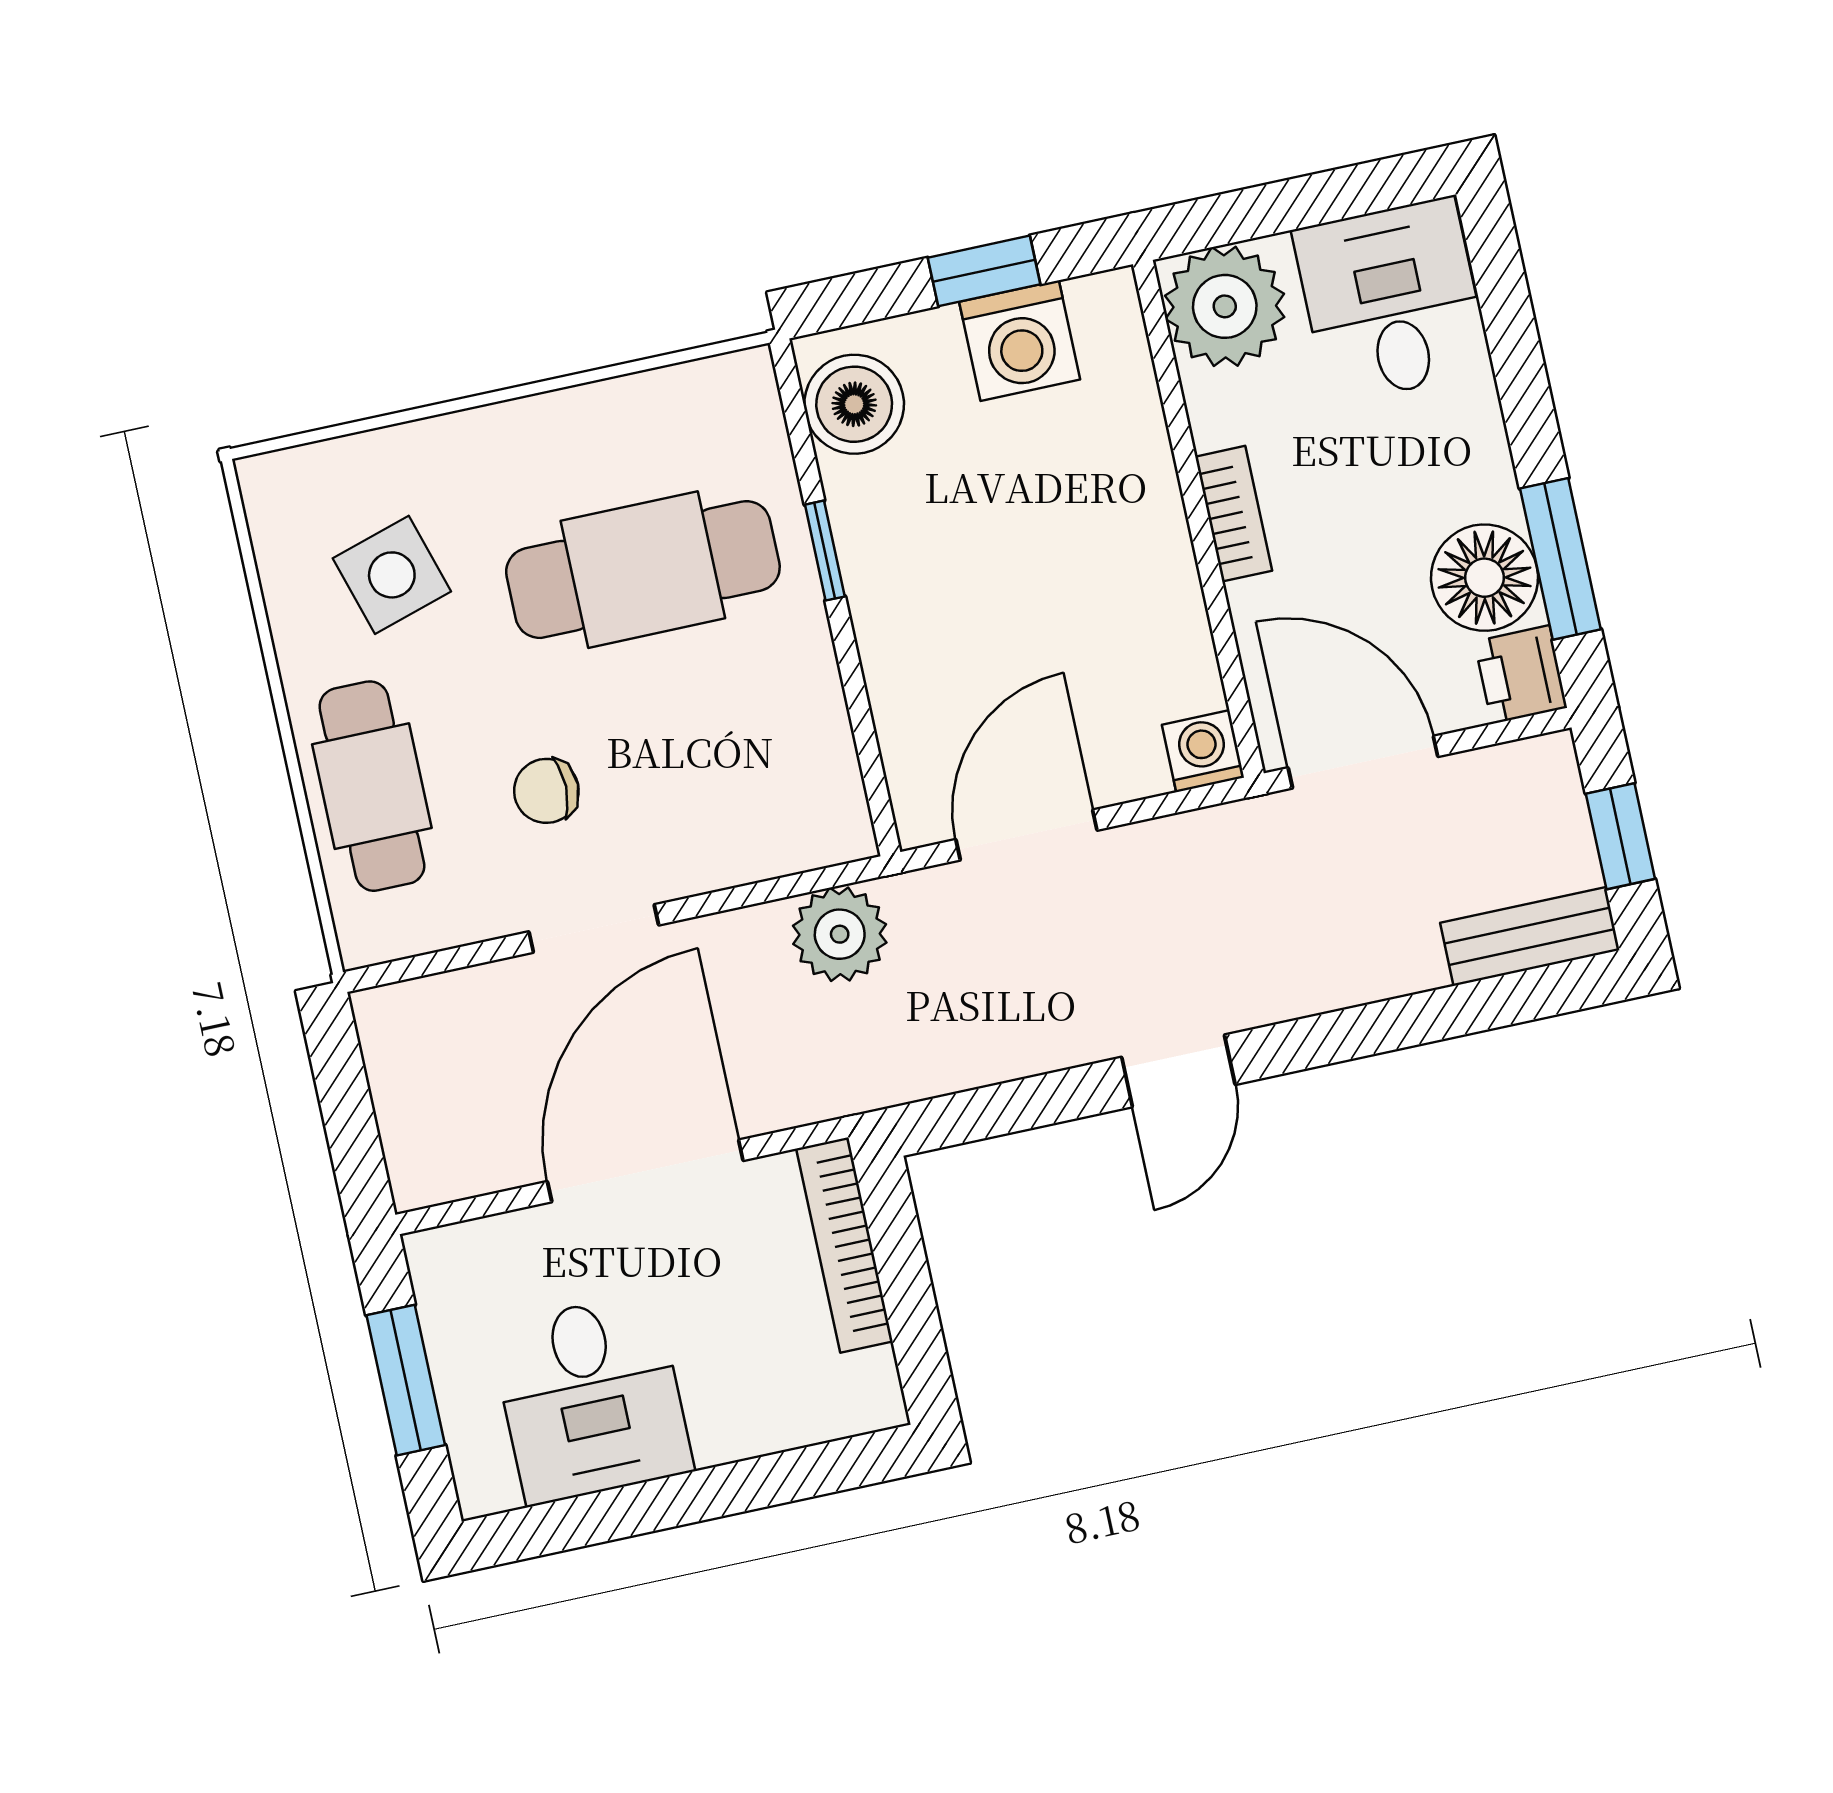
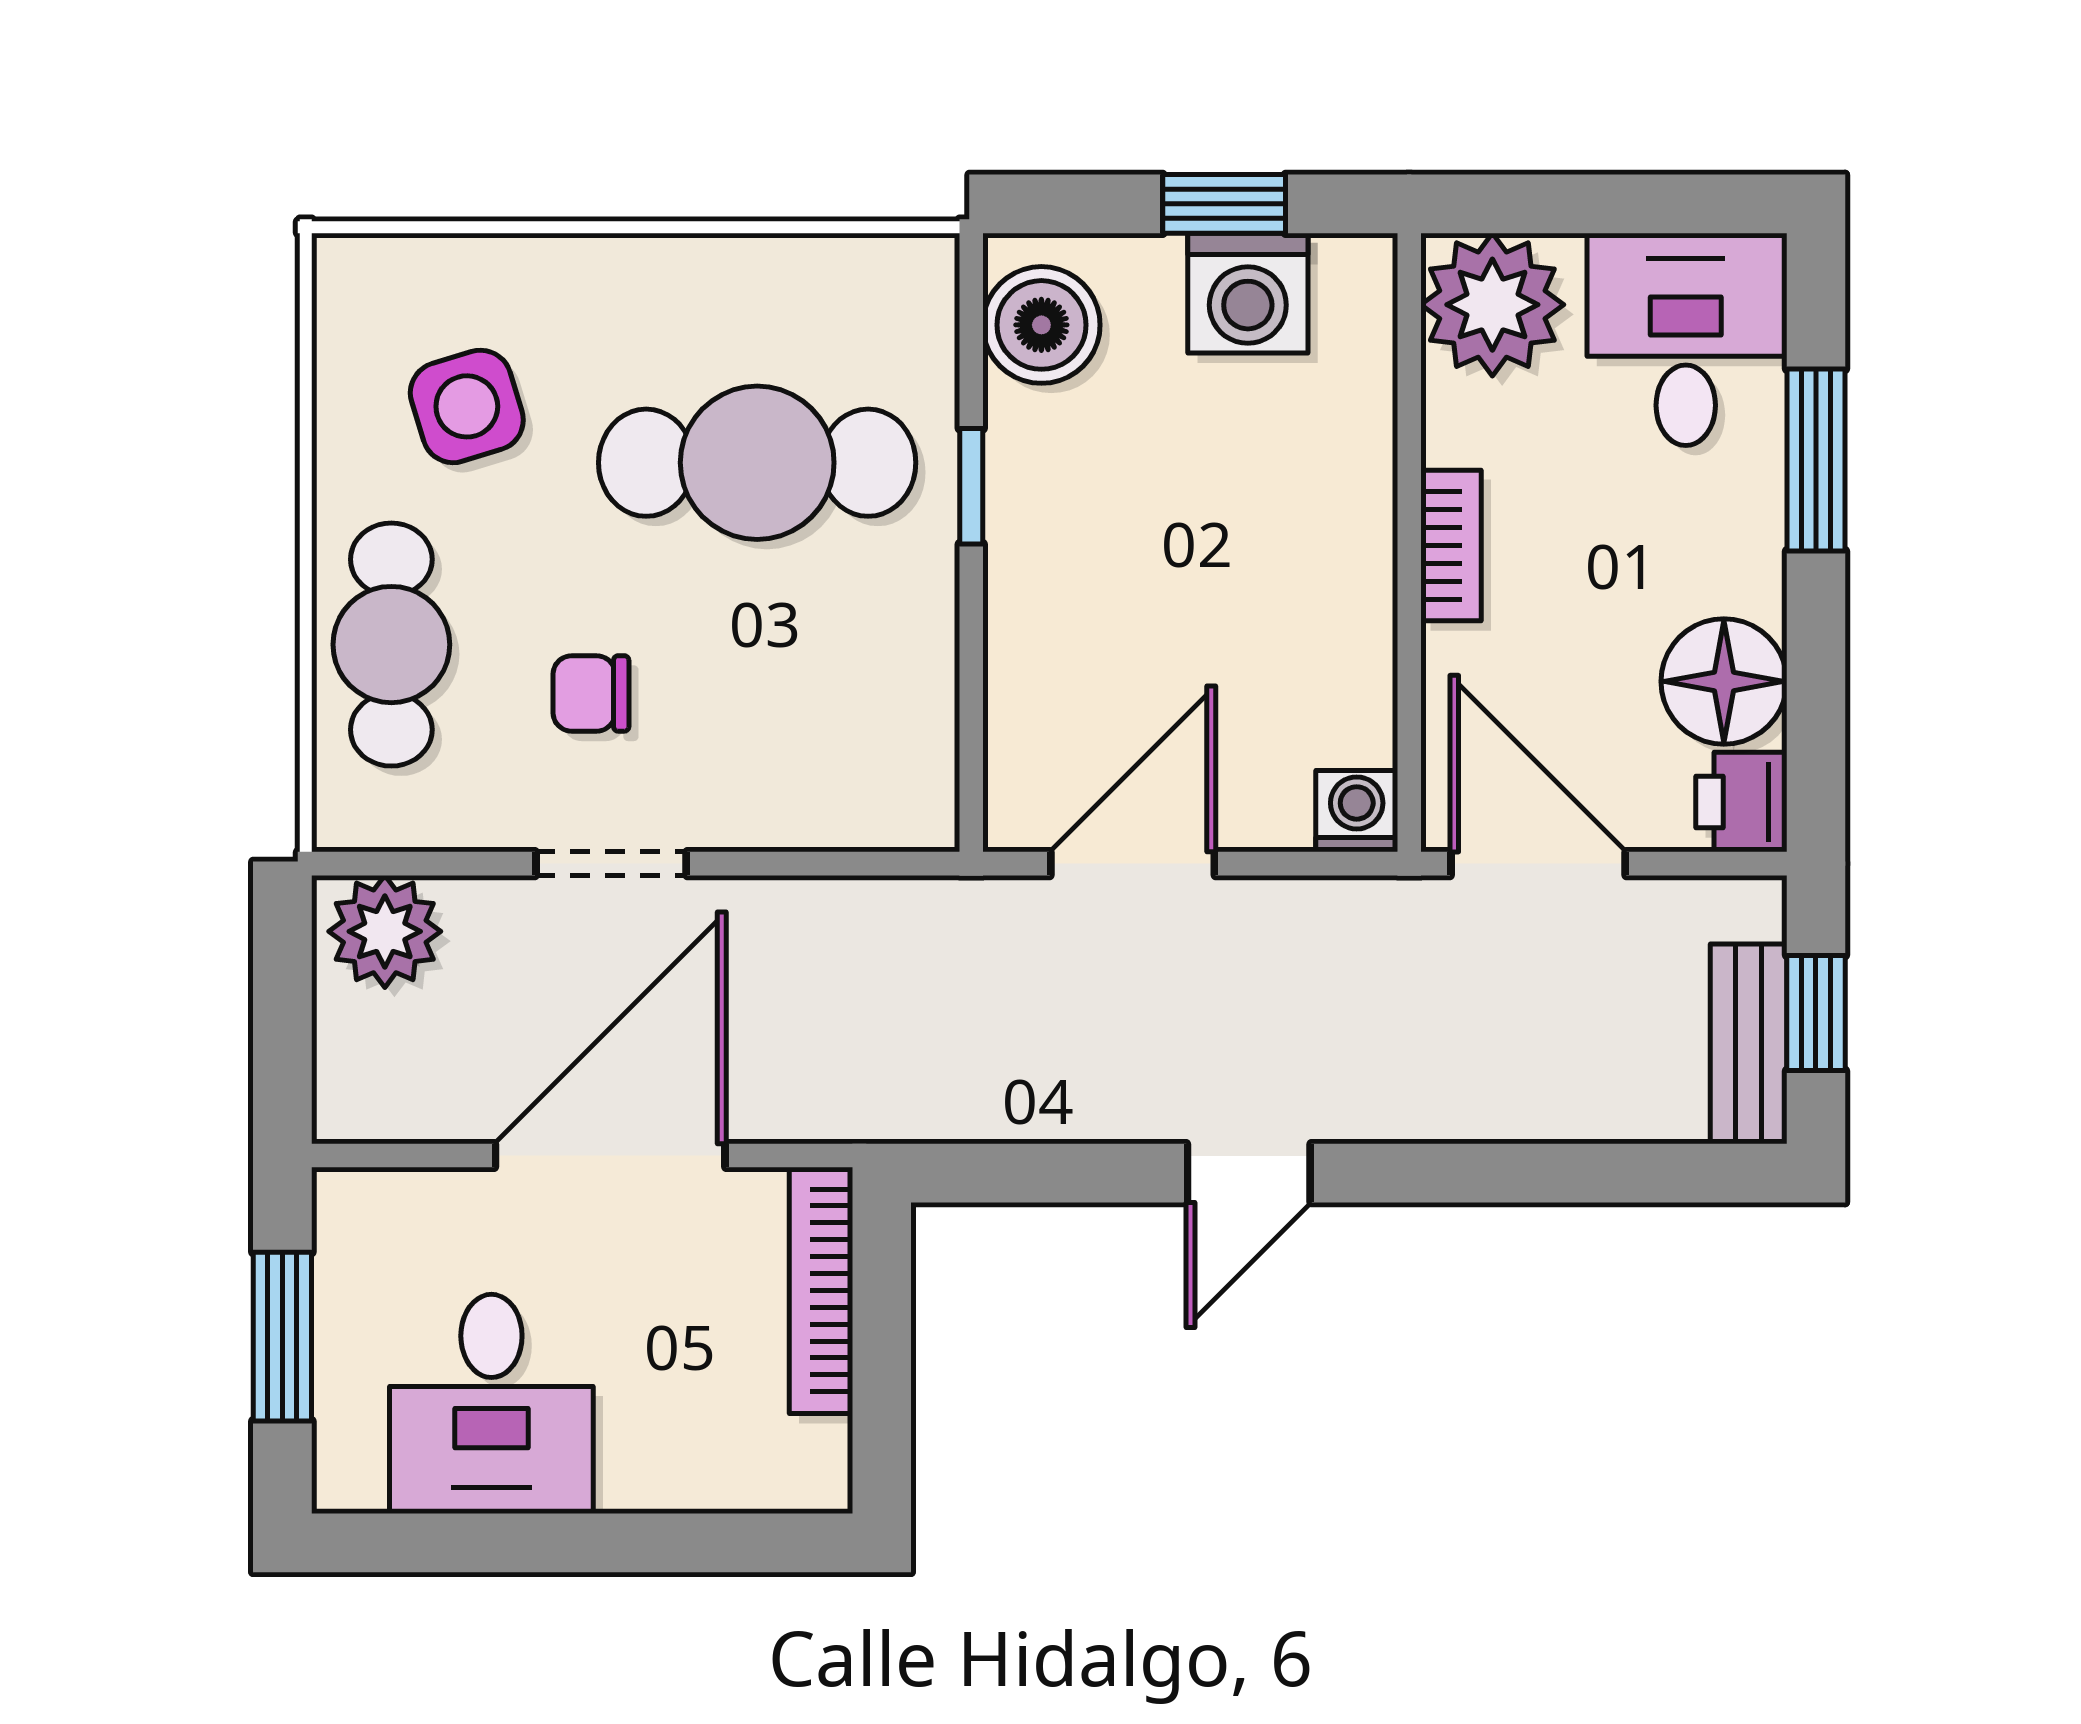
window: (1560, 559) -> (1816, 460), moved
plant: (840, 934) -> (385, 931), moved
bench: (1530, 936) -> (1749, 1044), moved, turned 90

